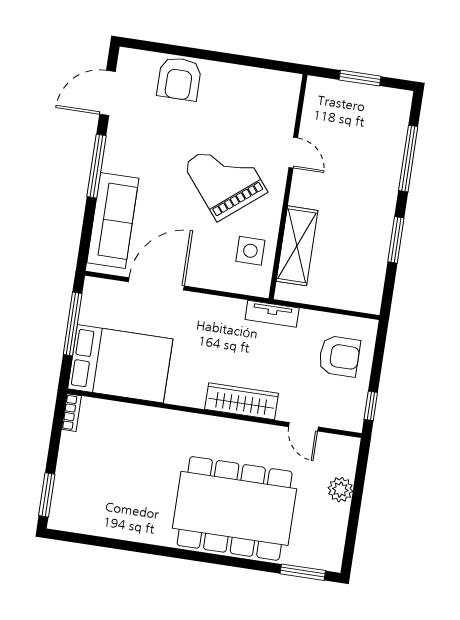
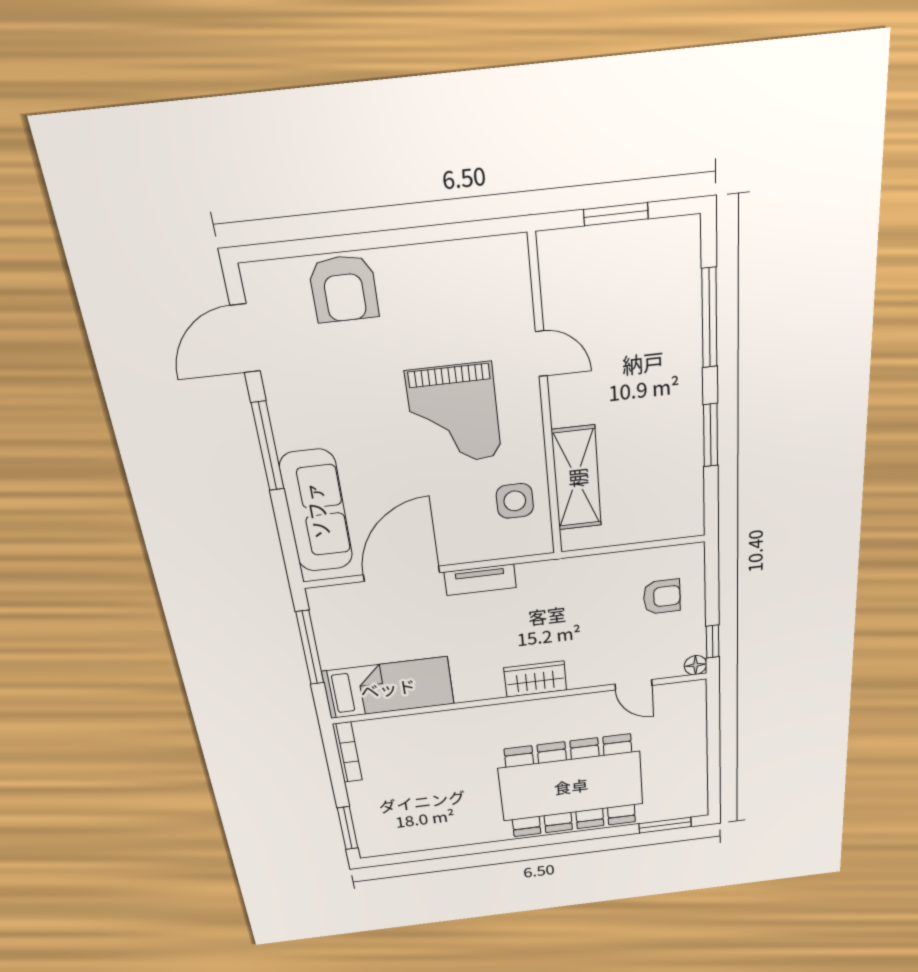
grand piano: (225, 178) -> (454, 414), turned -141
tv unit: (272, 314) -> (480, 580), moved
armchair: (339, 356) -> (662, 597), width x0.72, depth x0.72
bed: (120, 364) -> (388, 688), width x0.67
wardrobe: (242, 401) -> (535, 679), width x0.67
bookcase: (71, 413) -> (347, 752), width x1.56
floor lamp: (354, 423) -> (695, 665), added
plant: (340, 490) -> (692, 737), removed

